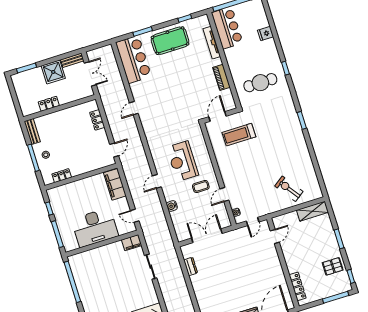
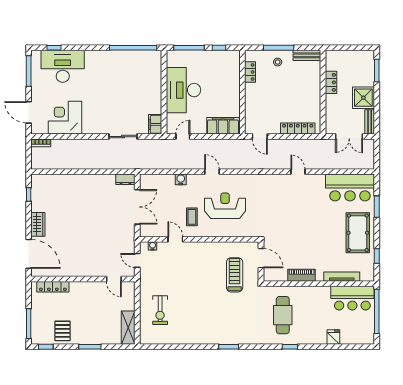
locker: (97, 120) -> (298, 129), width x1.53
exercise bike: (289, 189) -> (160, 310), turned 126
dresser: (191, 266) -> (125, 179), moved

